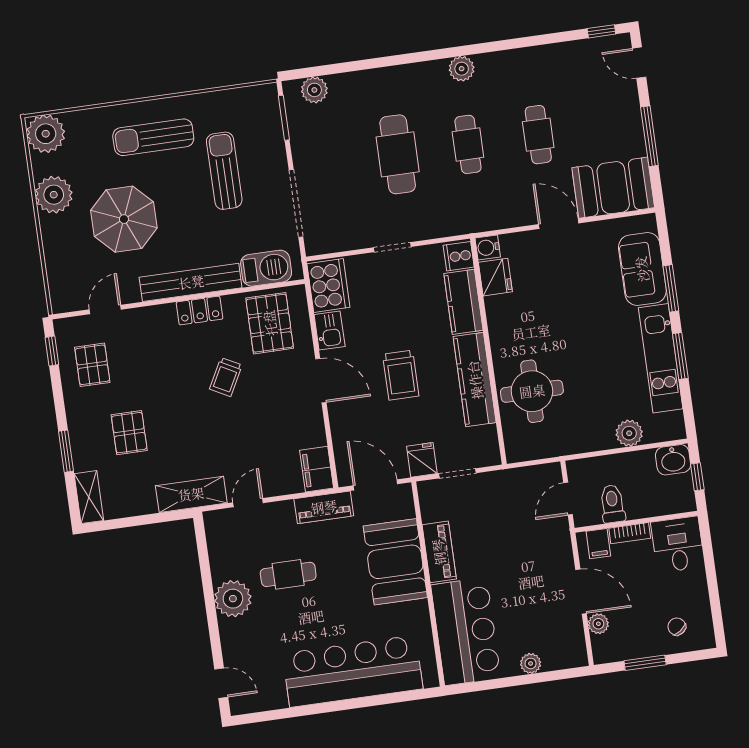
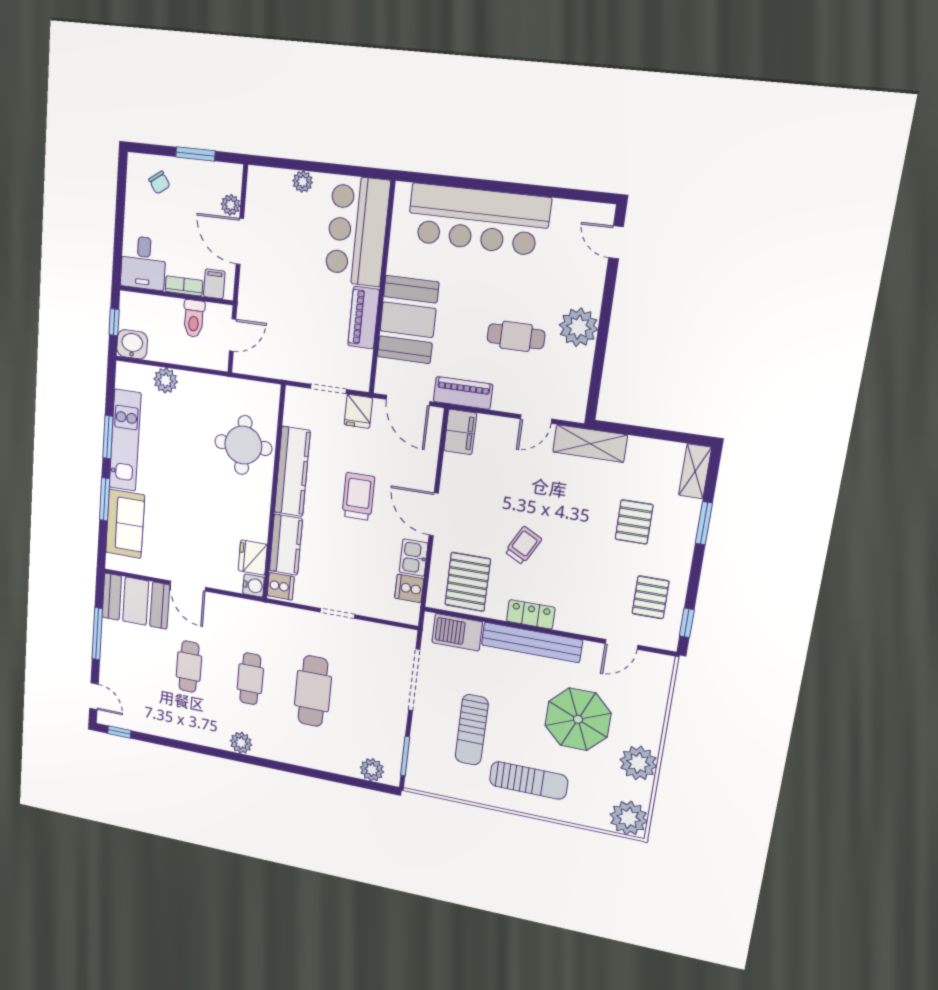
cooker: (328, 286) -> (409, 588), width x0.53, depth x0.76

